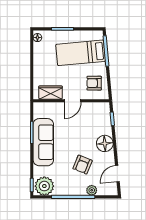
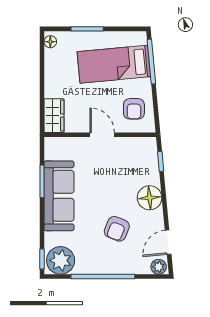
armchair: (94, 83) -> (134, 109), turned -90
wardrobe: (51, 93) -> (54, 116), moved, turned 90
door: (73, 101) -> (102, 135), swing flipped
plant: (92, 190) -> (159, 267), moved

